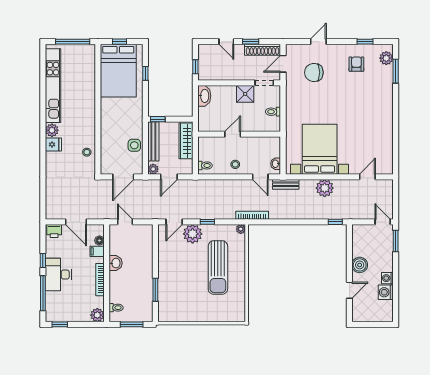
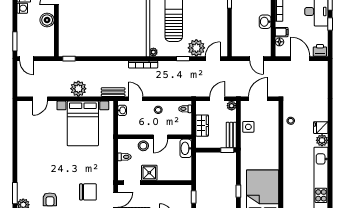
washbasin: (204, 96) -> (186, 148), moved
stool: (252, 124) -> (143, 146), added
bench: (153, 141) -> (231, 135), width x0.73
wardrobe: (186, 141) -> (202, 126), width x0.67

